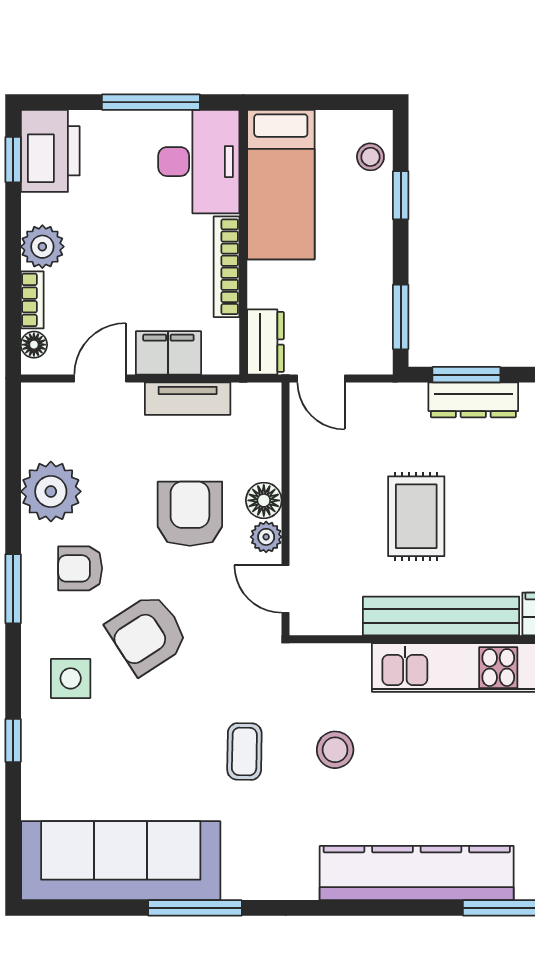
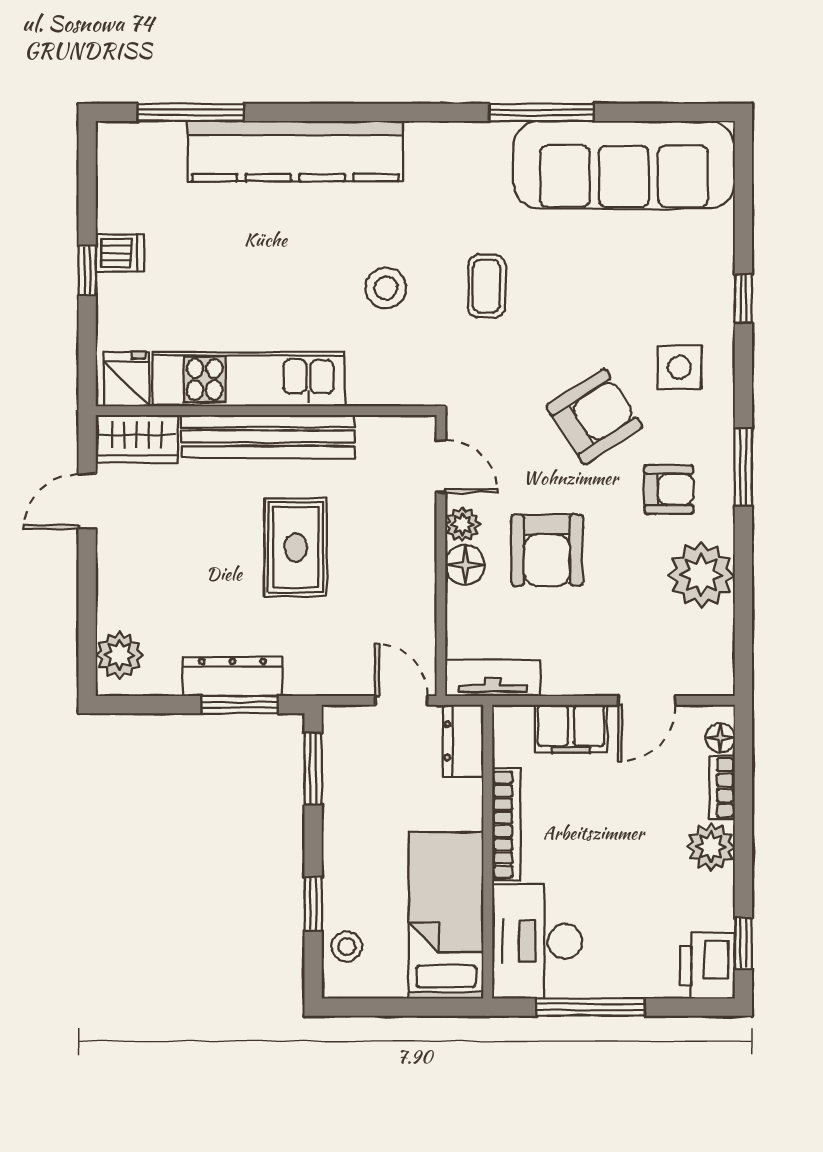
printer: (50, 151) -> (707, 966), width x0.73, depth x0.84
tv unit: (188, 399) -> (493, 678), moved

